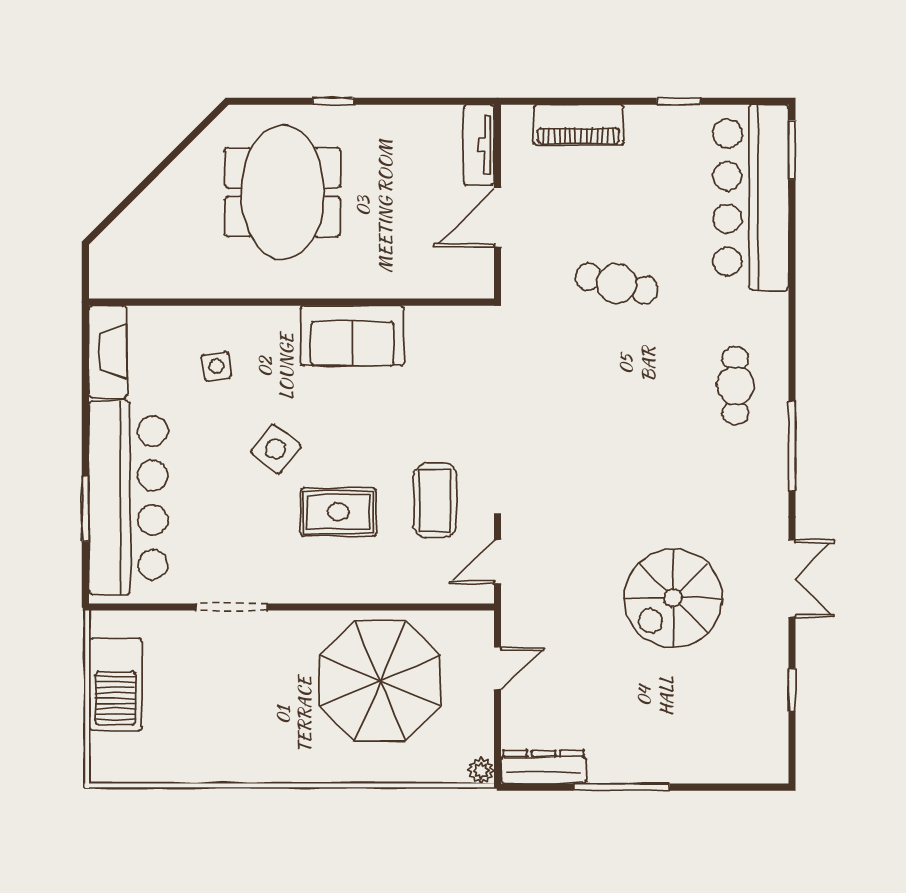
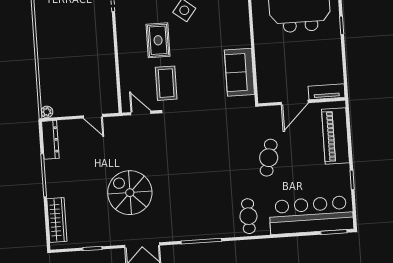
piano: (578, 125) -> (336, 136), width x1.37, depth x1.33
door: (498, 218) -> (295, 102), swing flipped
sofa: (352, 336) -> (239, 72), moved
cafe table: (735, 386) -> (248, 216), moved, turned 90
coffee table: (435, 501) -> (166, 83), turned 90
parasol: (380, 681) -> (84, 64), removed
wardrobe: (723, 765) -> (57, 220), added

